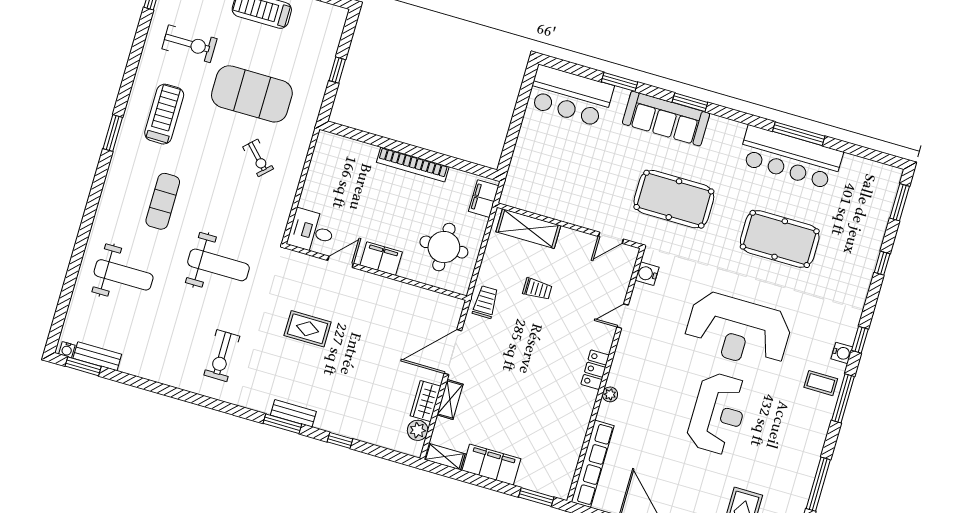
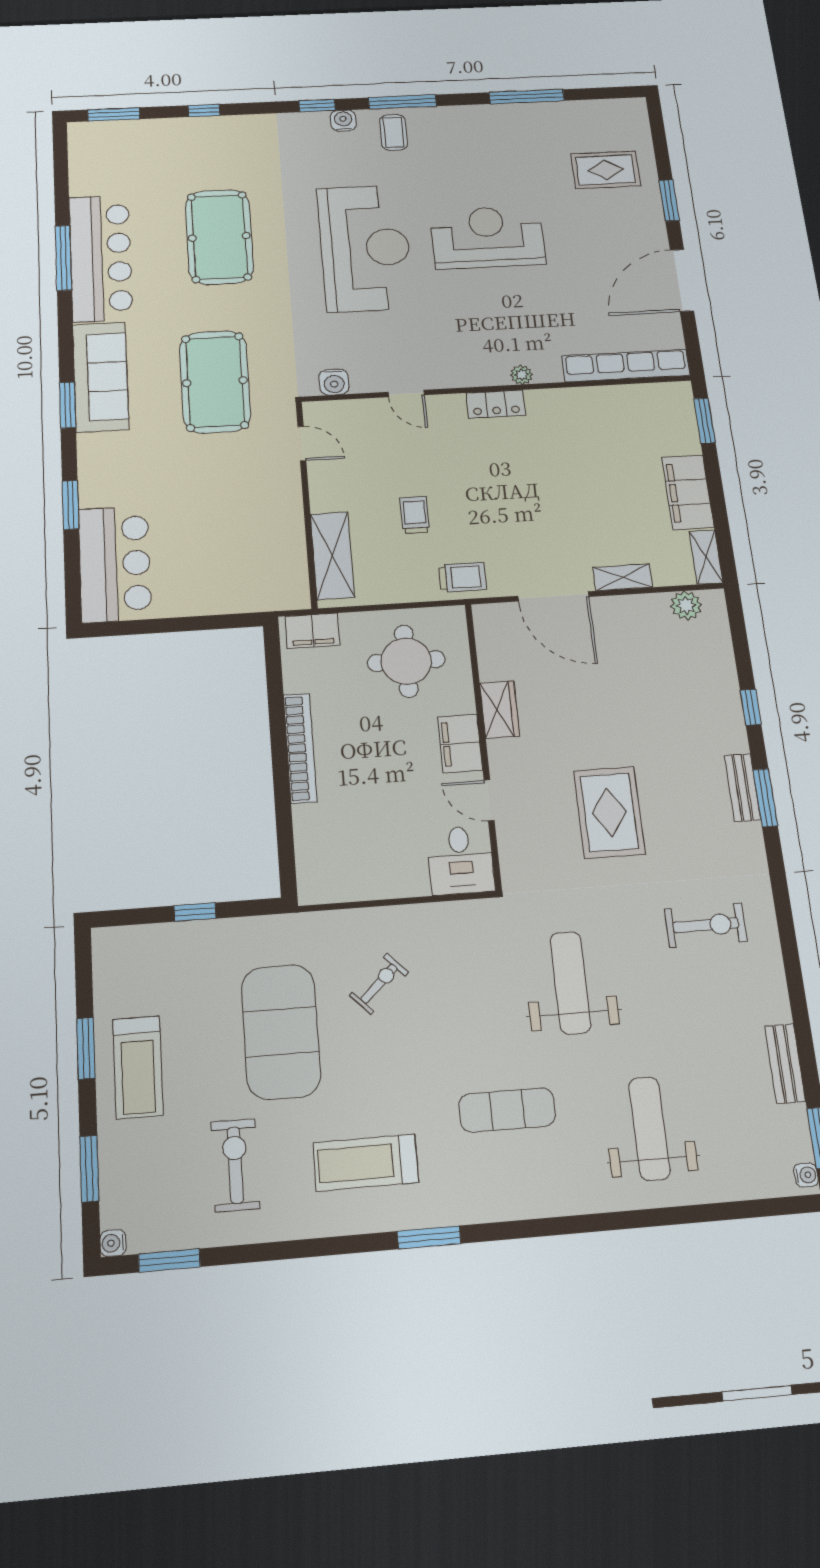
sofa: (666, 119) -> (101, 377), moved
trolley: (485, 302) -> (463, 577), turned 180
rug: (308, 329) -> (609, 812), width x1.36, depth x1.43
bench: (97, 356) -> (785, 1064), moved
wardrobe: (426, 401) -> (500, 710), moved, turned -90

